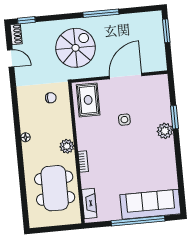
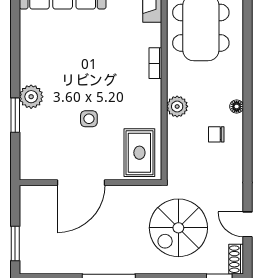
spiral stairs: (76, 48) -> (178, 228), moved
chair: (51, 98) -> (216, 134), moved
plant: (67, 146) -> (177, 106), moved

